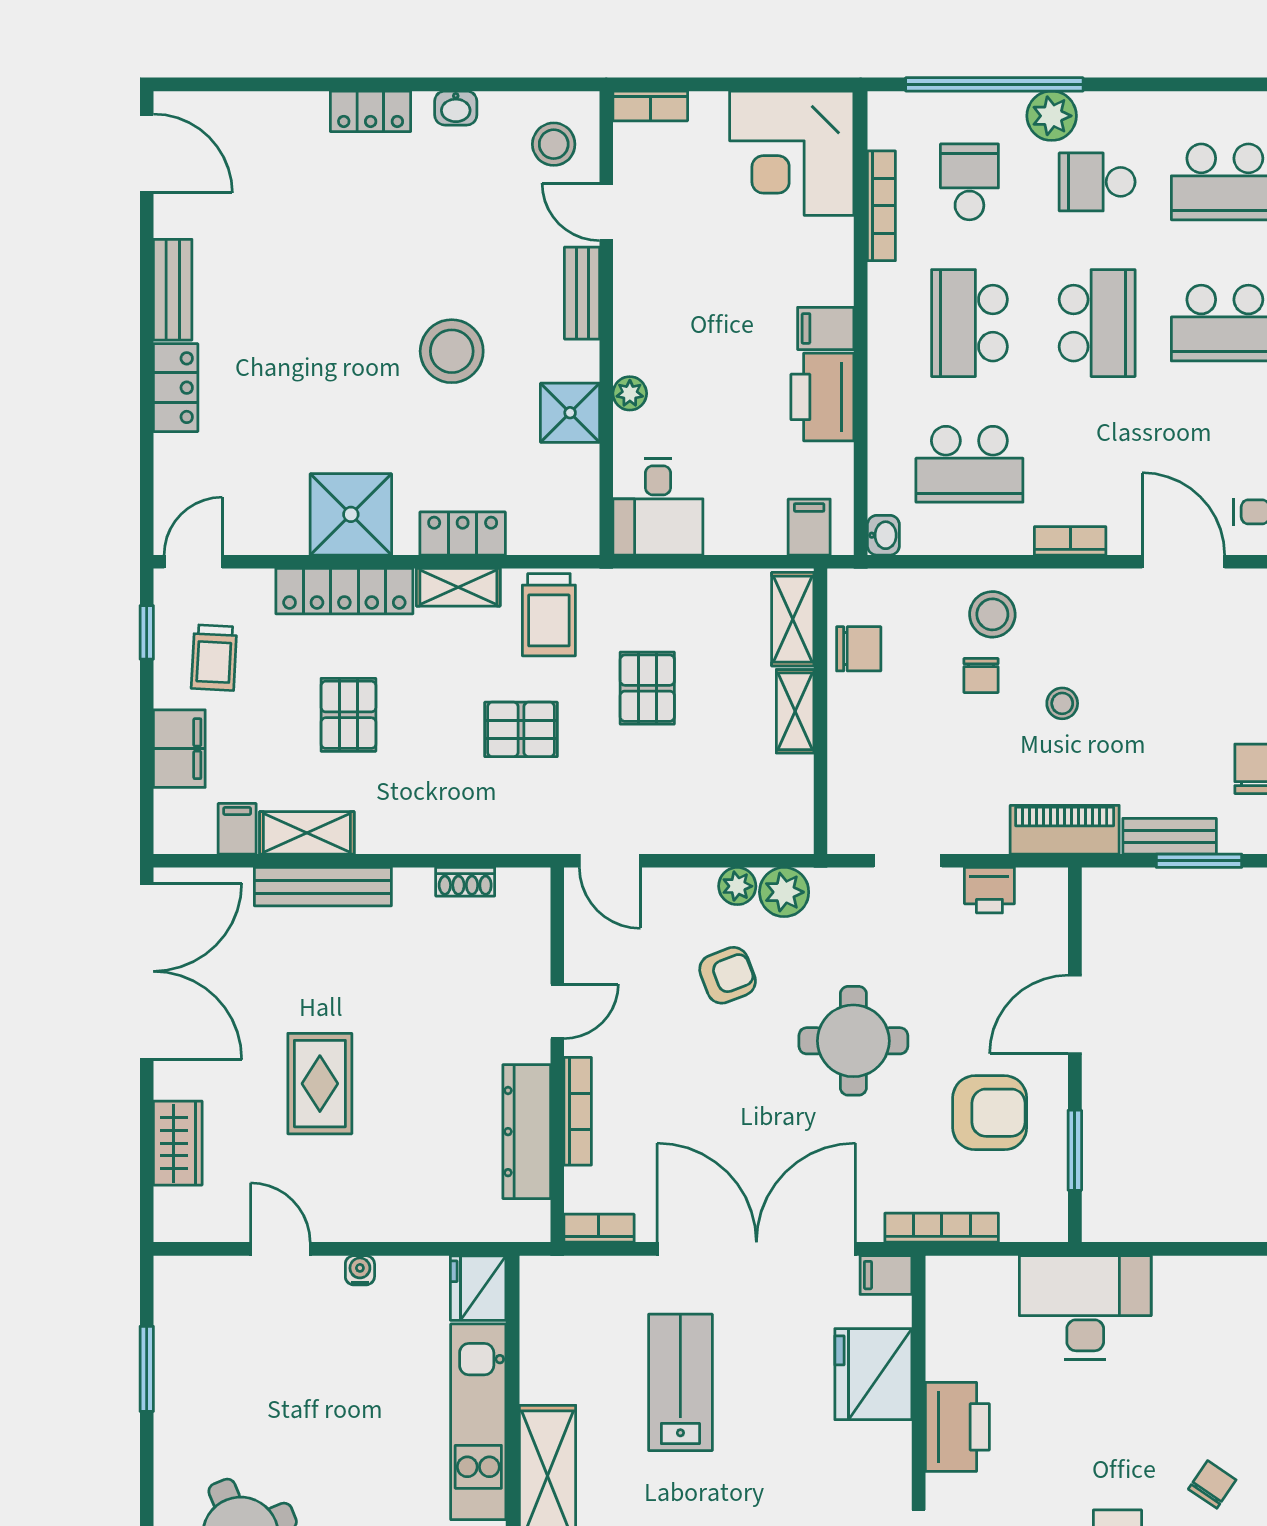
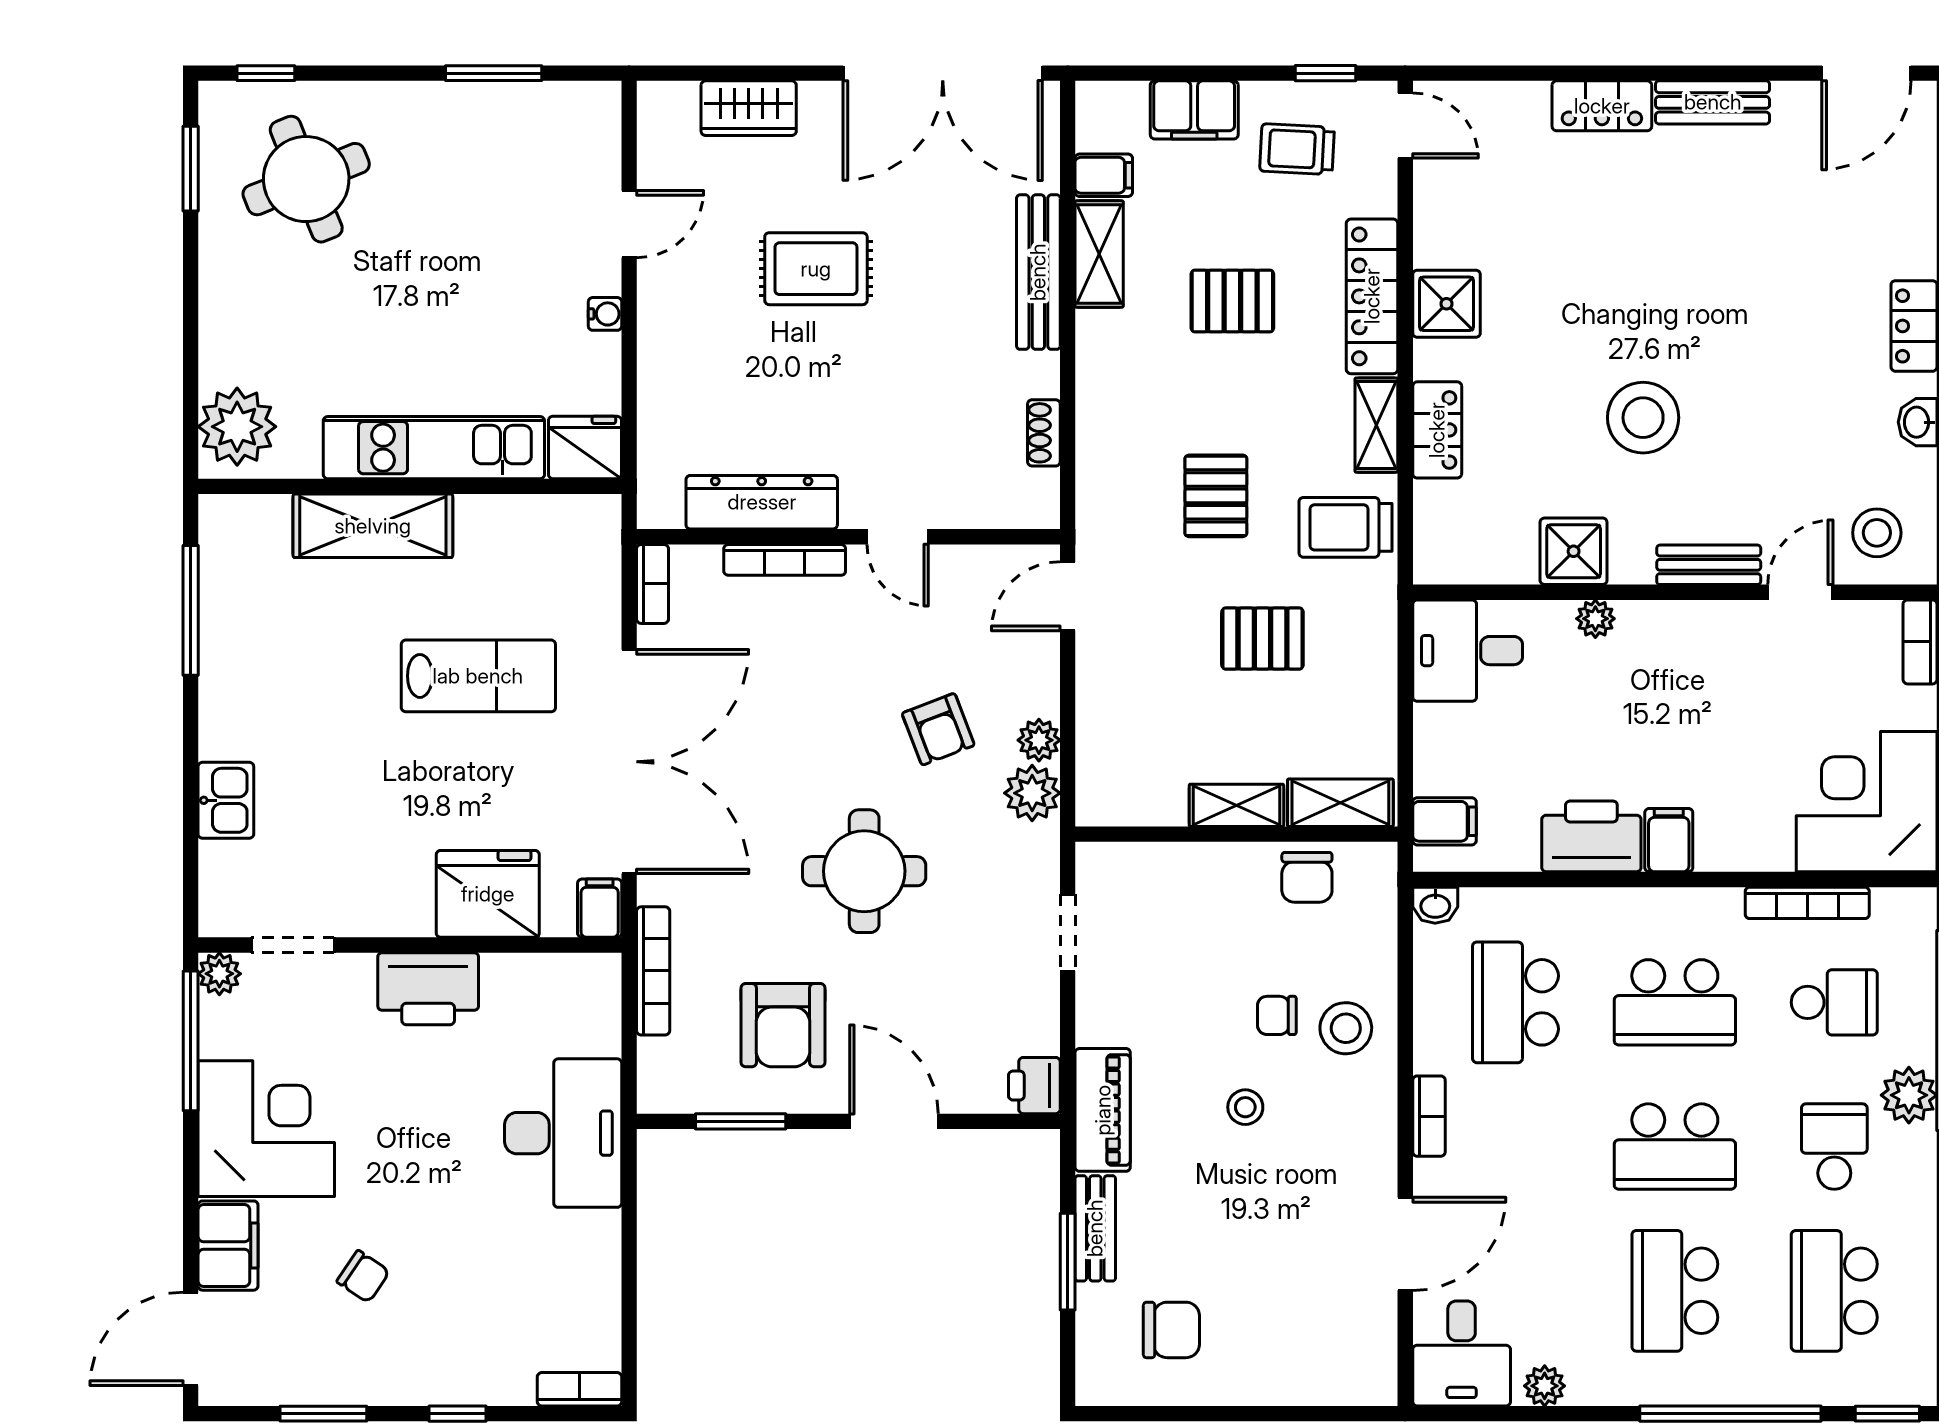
school desk: (969, 323) -> (1675, 1002), turned 180
shower: (351, 514) -> (1446, 304), width x0.73, depth x0.73
printer: (989, 890) -> (1034, 1086), moved

